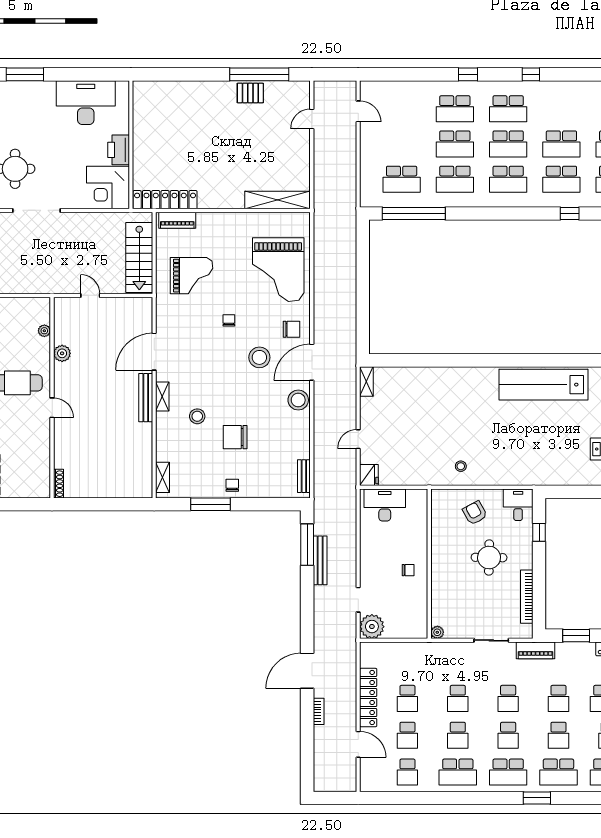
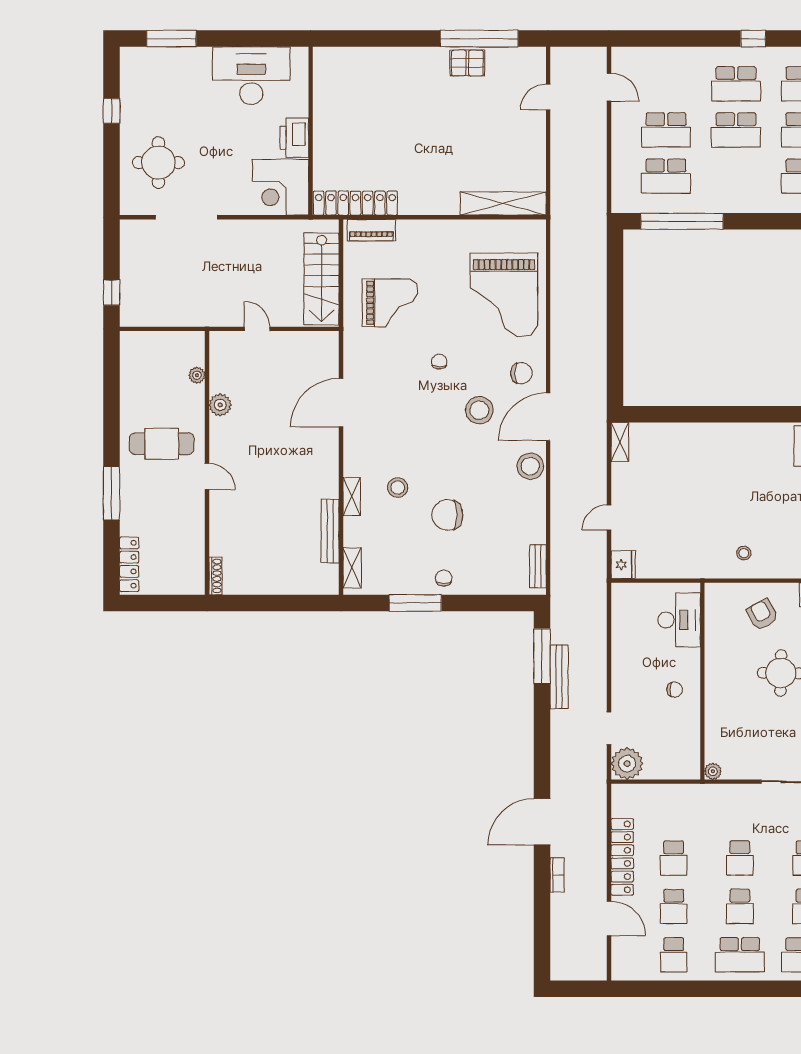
school desk: (455, 179) -> (666, 130), moved
shelving: (162, 396) -> (352, 497), moved
bench: (146, 398) -> (330, 531), moved
desk: (385, 505) -> (679, 620), moved, turned 90

